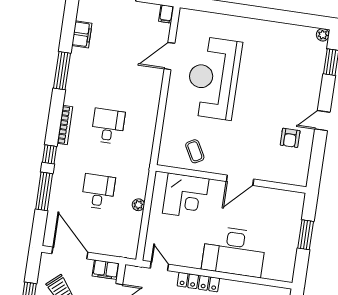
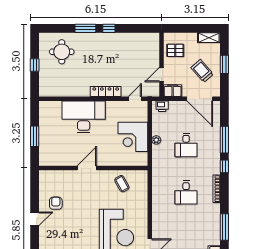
corner desk: (186, 196) -> (133, 137), moved, turned -90
printer: (123, 250) -> (162, 106), added
door: (159, 266) -> (135, 99), swing flipped

